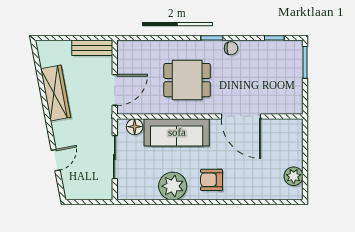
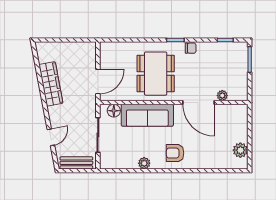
bench: (92, 48) -> (76, 163), moved
dining table: (187, 80) -> (156, 74), width x1.38
plant: (271, 108) -> (222, 96), added
plant: (173, 186) -> (144, 163), width x0.53, depth x0.53

